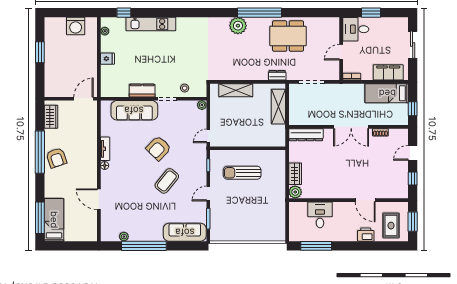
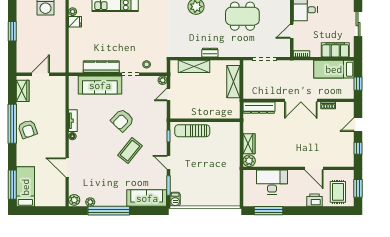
fridge: (107, 59) -> (75, 22), moved
dresser: (277, 75) -> (210, 53), moved
kitchen counter: (142, 91) -> (101, 67), width x1.50
door: (84, 99) -> (40, 74), moved
door: (208, 136) -> (168, 94), moved
sun lounger: (242, 173) -> (192, 131), moved
door: (208, 194) -> (168, 162), hinge flipped
desk: (320, 215) -> (272, 182), width x1.37
barbecue: (215, 233) -> (175, 199), added
plant: (107, 234) -> (74, 200), added

